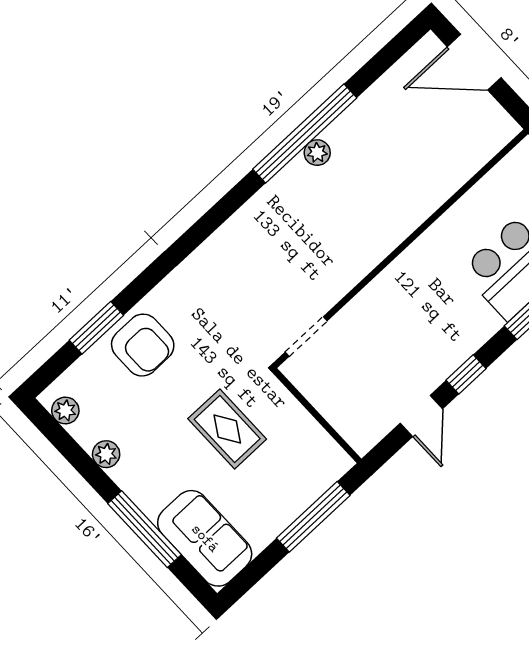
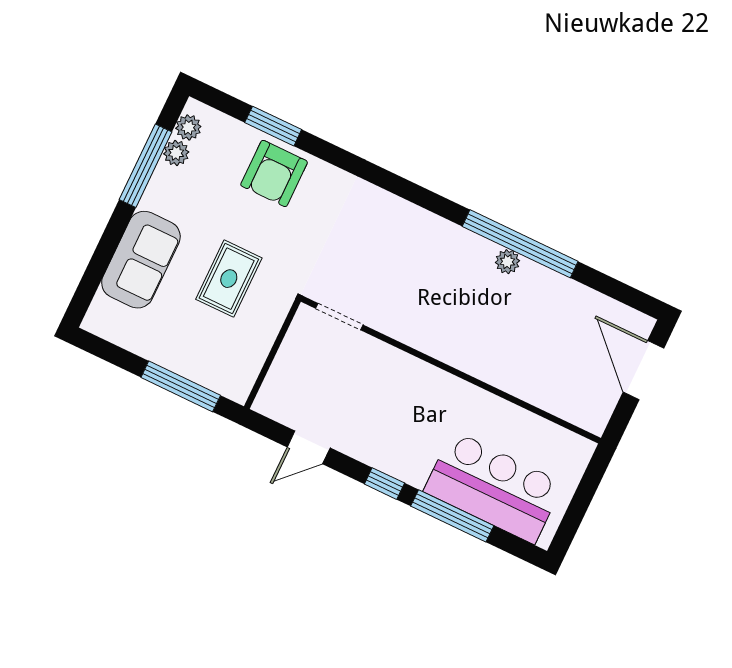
window: (466, 374) -> (384, 484), moved
plant: (106, 454) -> (176, 153), moved
window: (144, 529) -> (146, 166), moved
sofa: (205, 538) -> (141, 260), moved

